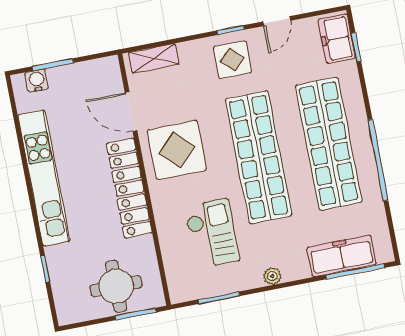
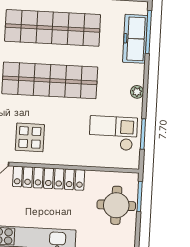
display table: (177, 150) -> (30, 137), width x0.73, depth x0.73
checkout: (212, 234) -> (113, 133), moved

